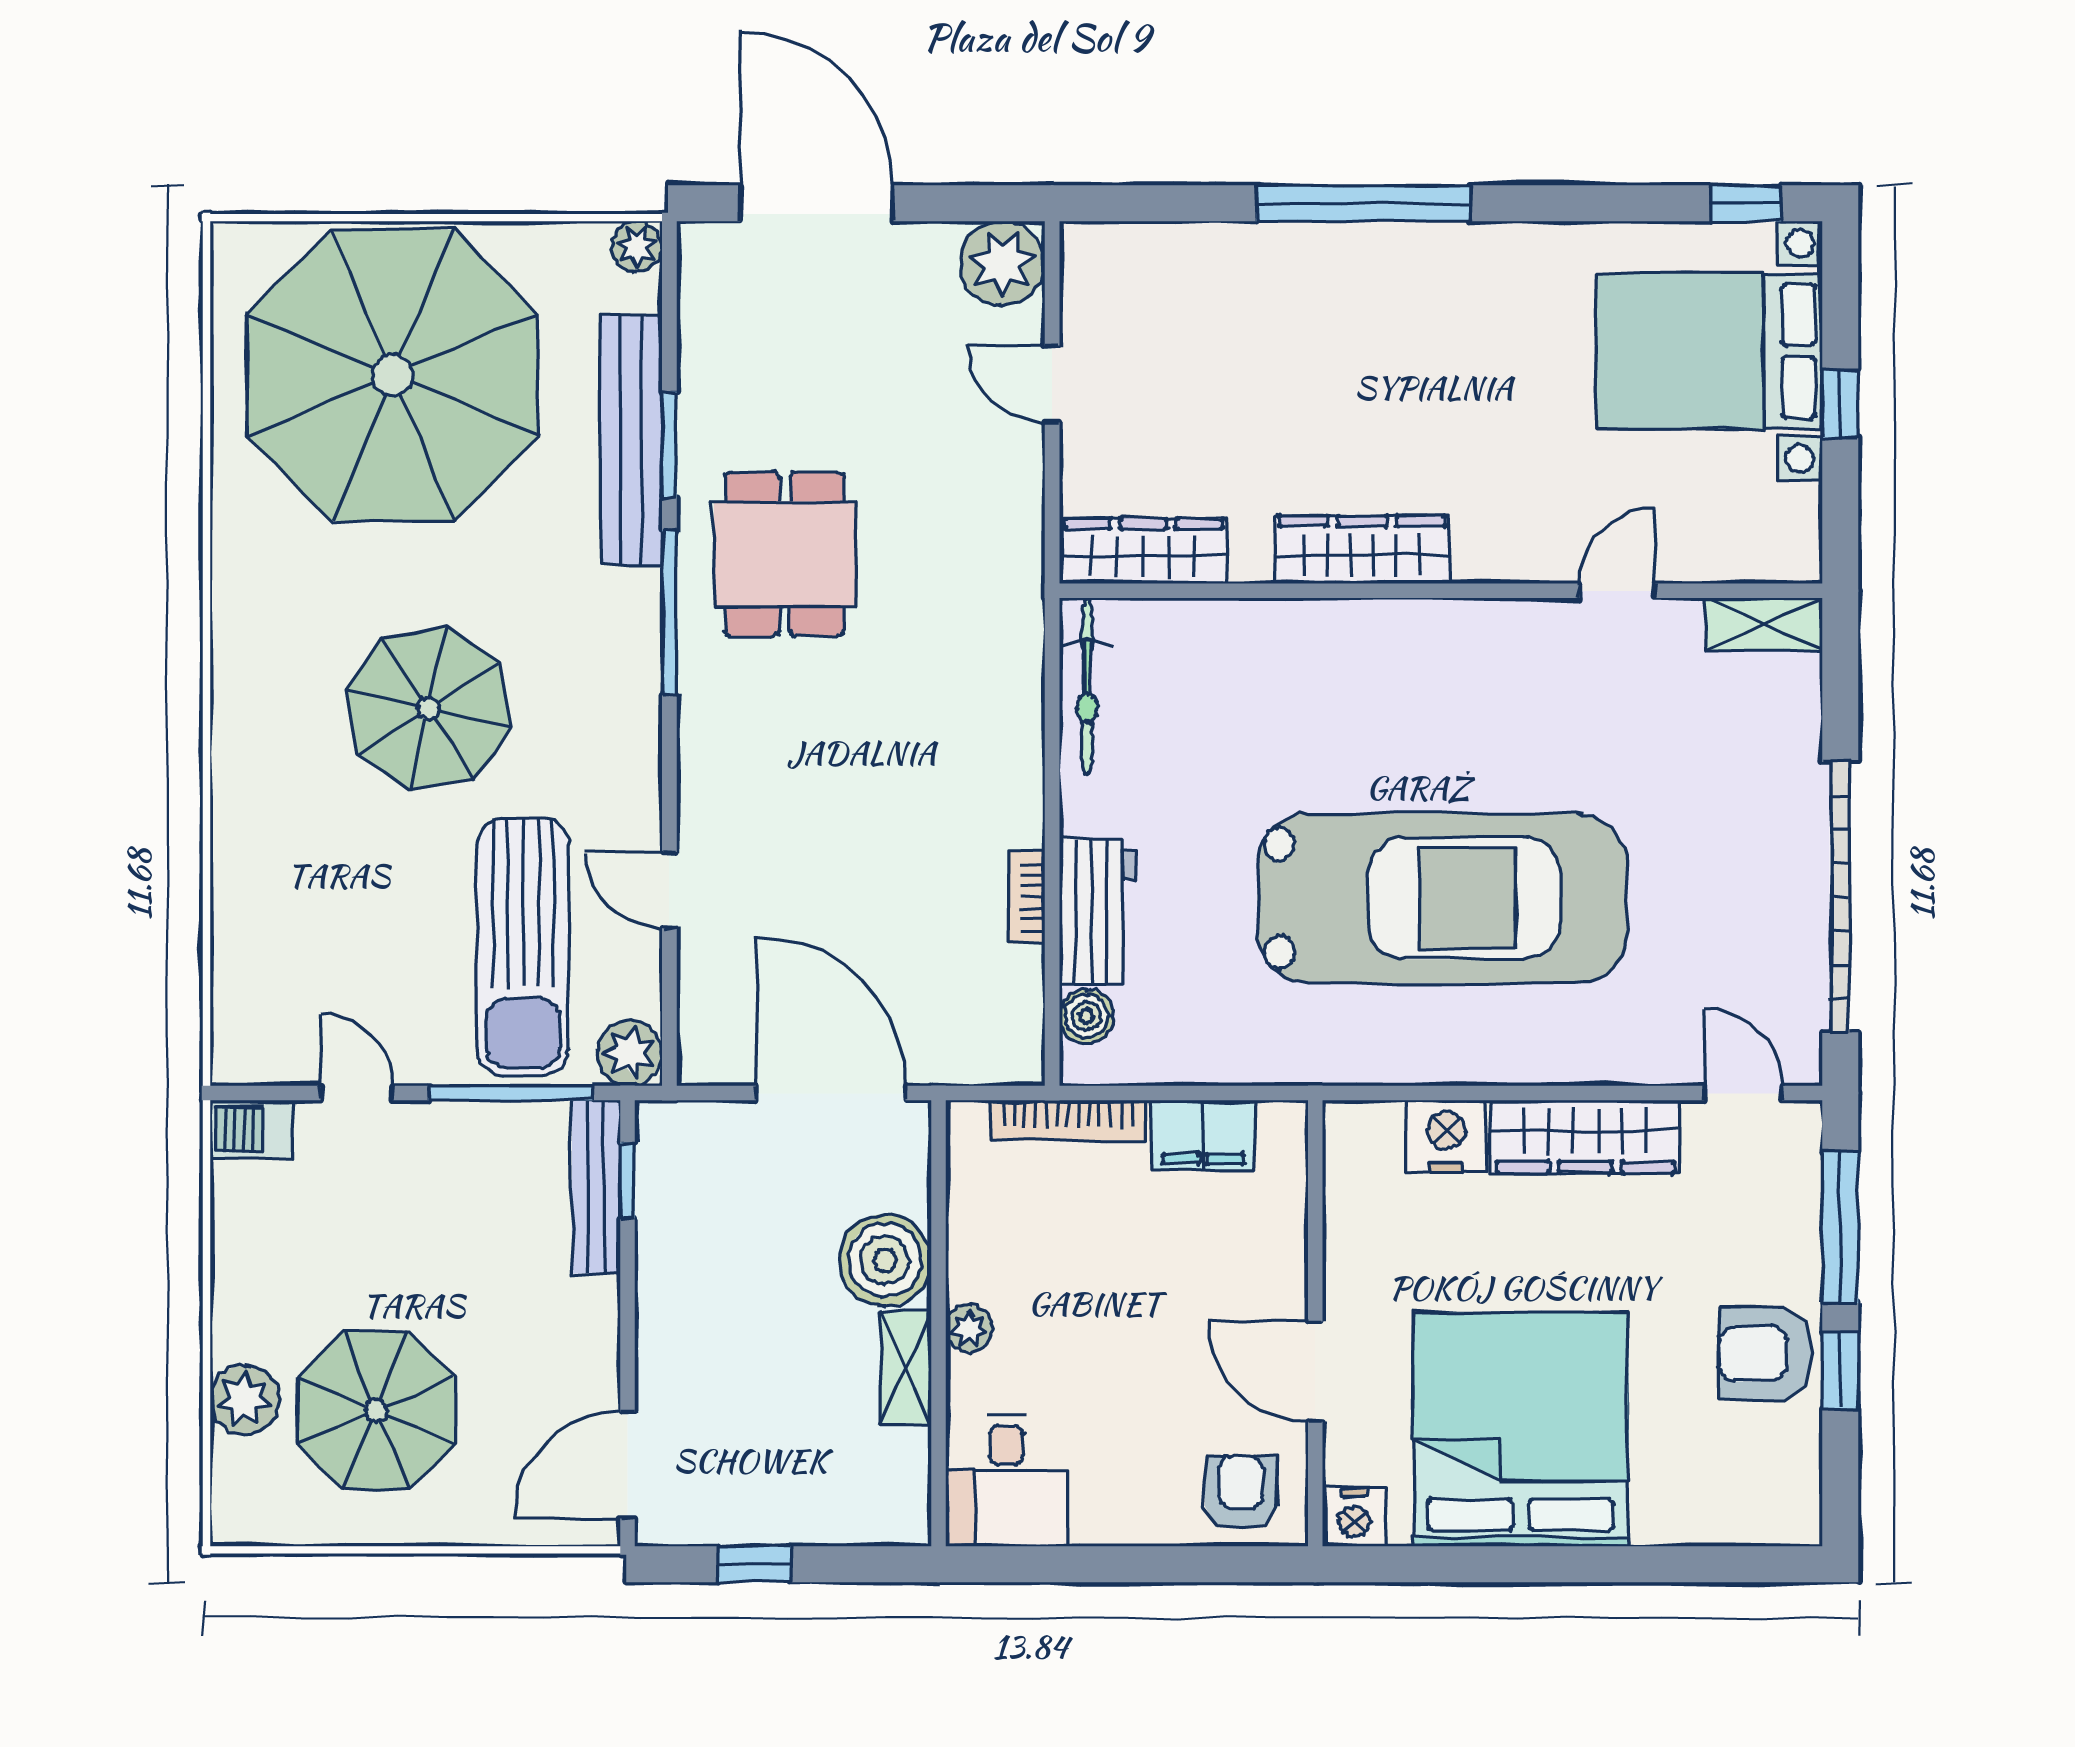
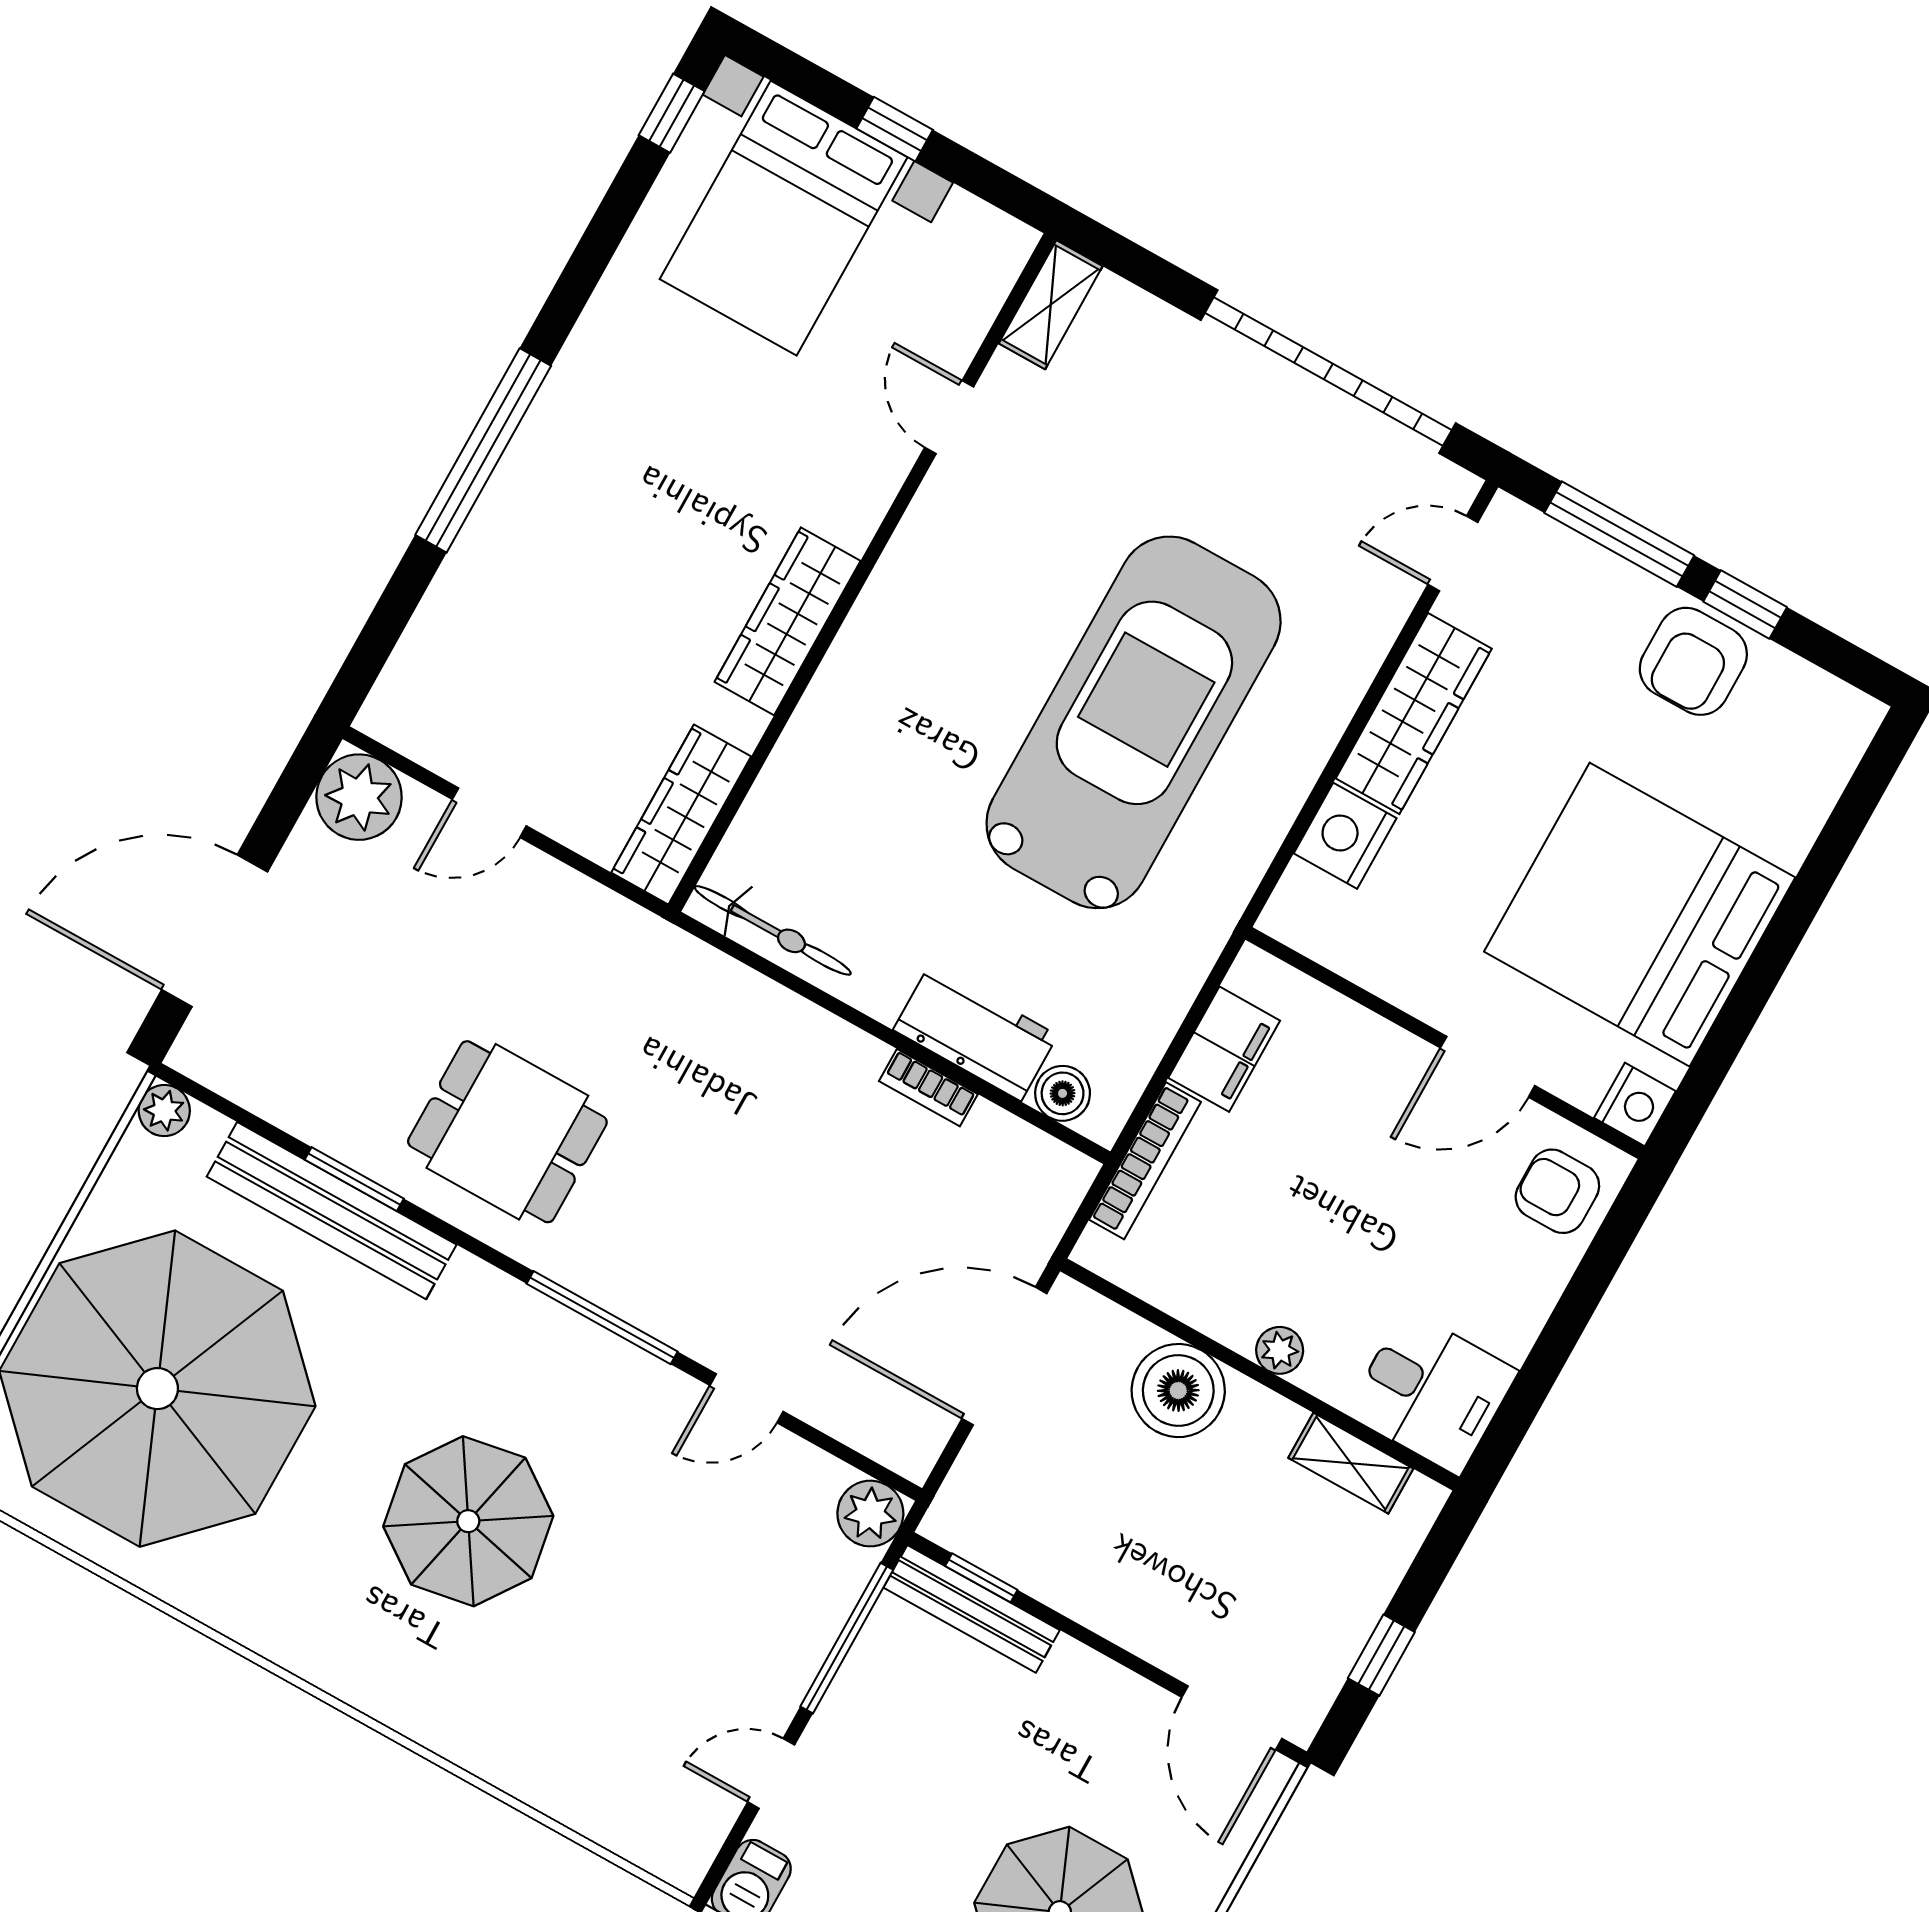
window: (669, 613) -> (602, 1318), moved
sun lounger: (523, 947) -> (724, 1555), removed
shelving: (906, 1368) -> (1351, 1463), moved

